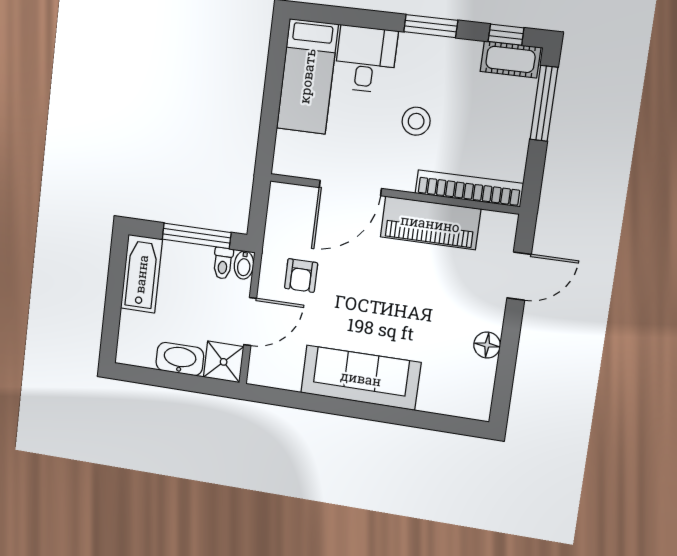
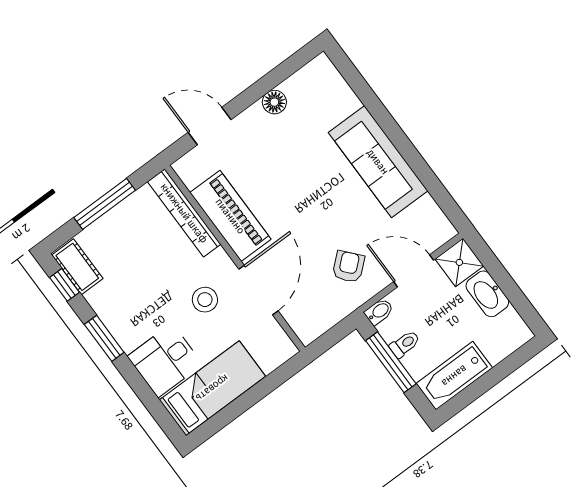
window: (544, 103) -> (105, 204), moved
stool: (416, 121) -> (205, 300), moved
door: (350, 188) -> (258, 290), hinge flipped
toilet: (223, 263) -> (405, 344), moved
armchair: (301, 276) -> (348, 267), turned -41

